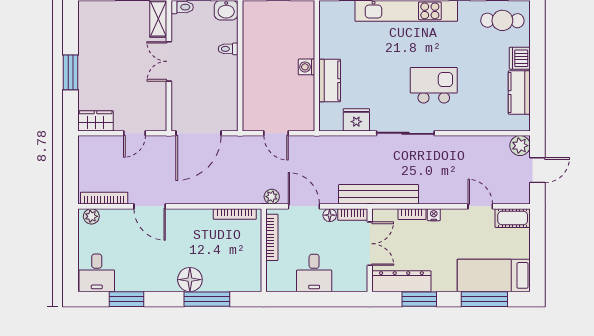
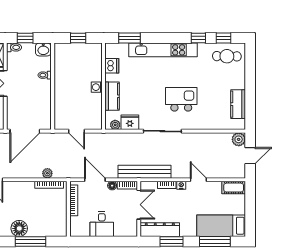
dishwasher: (520, 58) -> (112, 66), moved, turned 180
plant: (334, 124) -> (115, 125), added
plant: (272, 197) -> (47, 173), moved
door: (480, 206) -> (198, 180), moved

